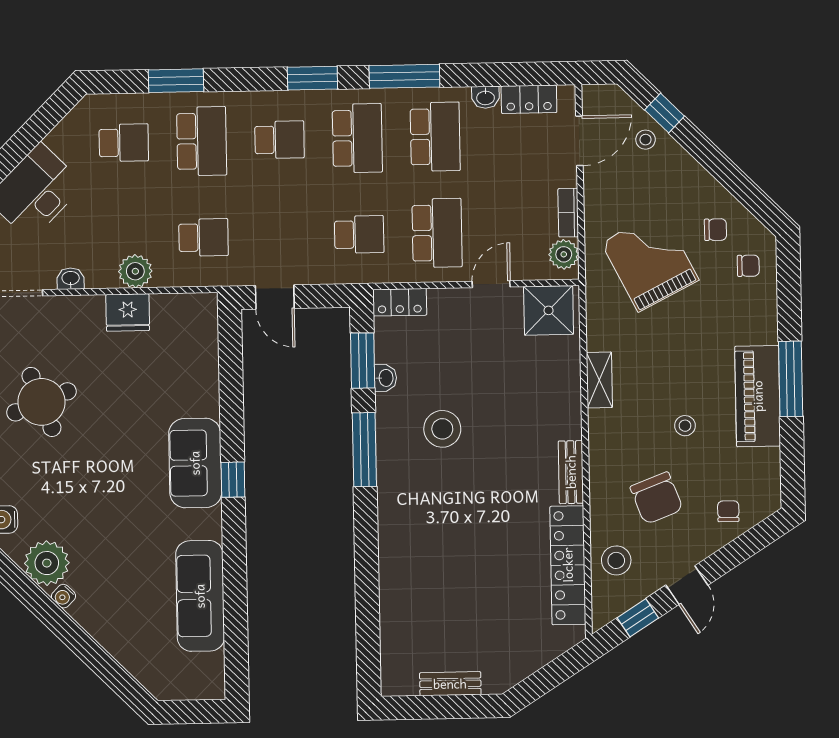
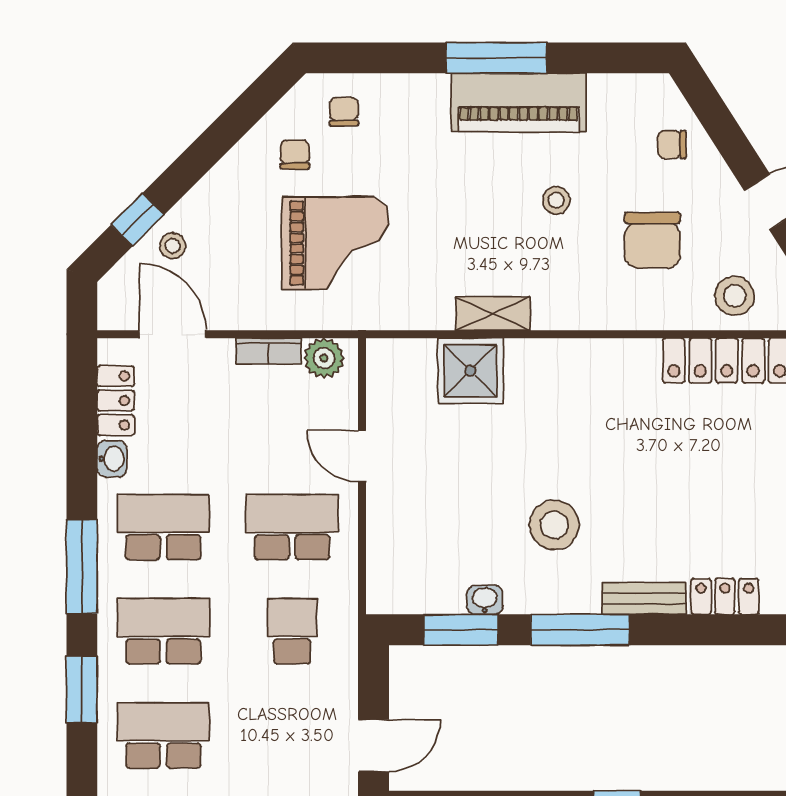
school desk: (279, 140) -> (163, 735), width x1.85
grand piano: (650, 261) -> (335, 243), turned -153
locker: (400, 302) -> (725, 596), moved, turned -90
shower: (549, 310) -> (470, 371), moved
bench: (571, 472) -> (644, 598), moved
chair: (657, 498) -> (652, 240), turned 111

